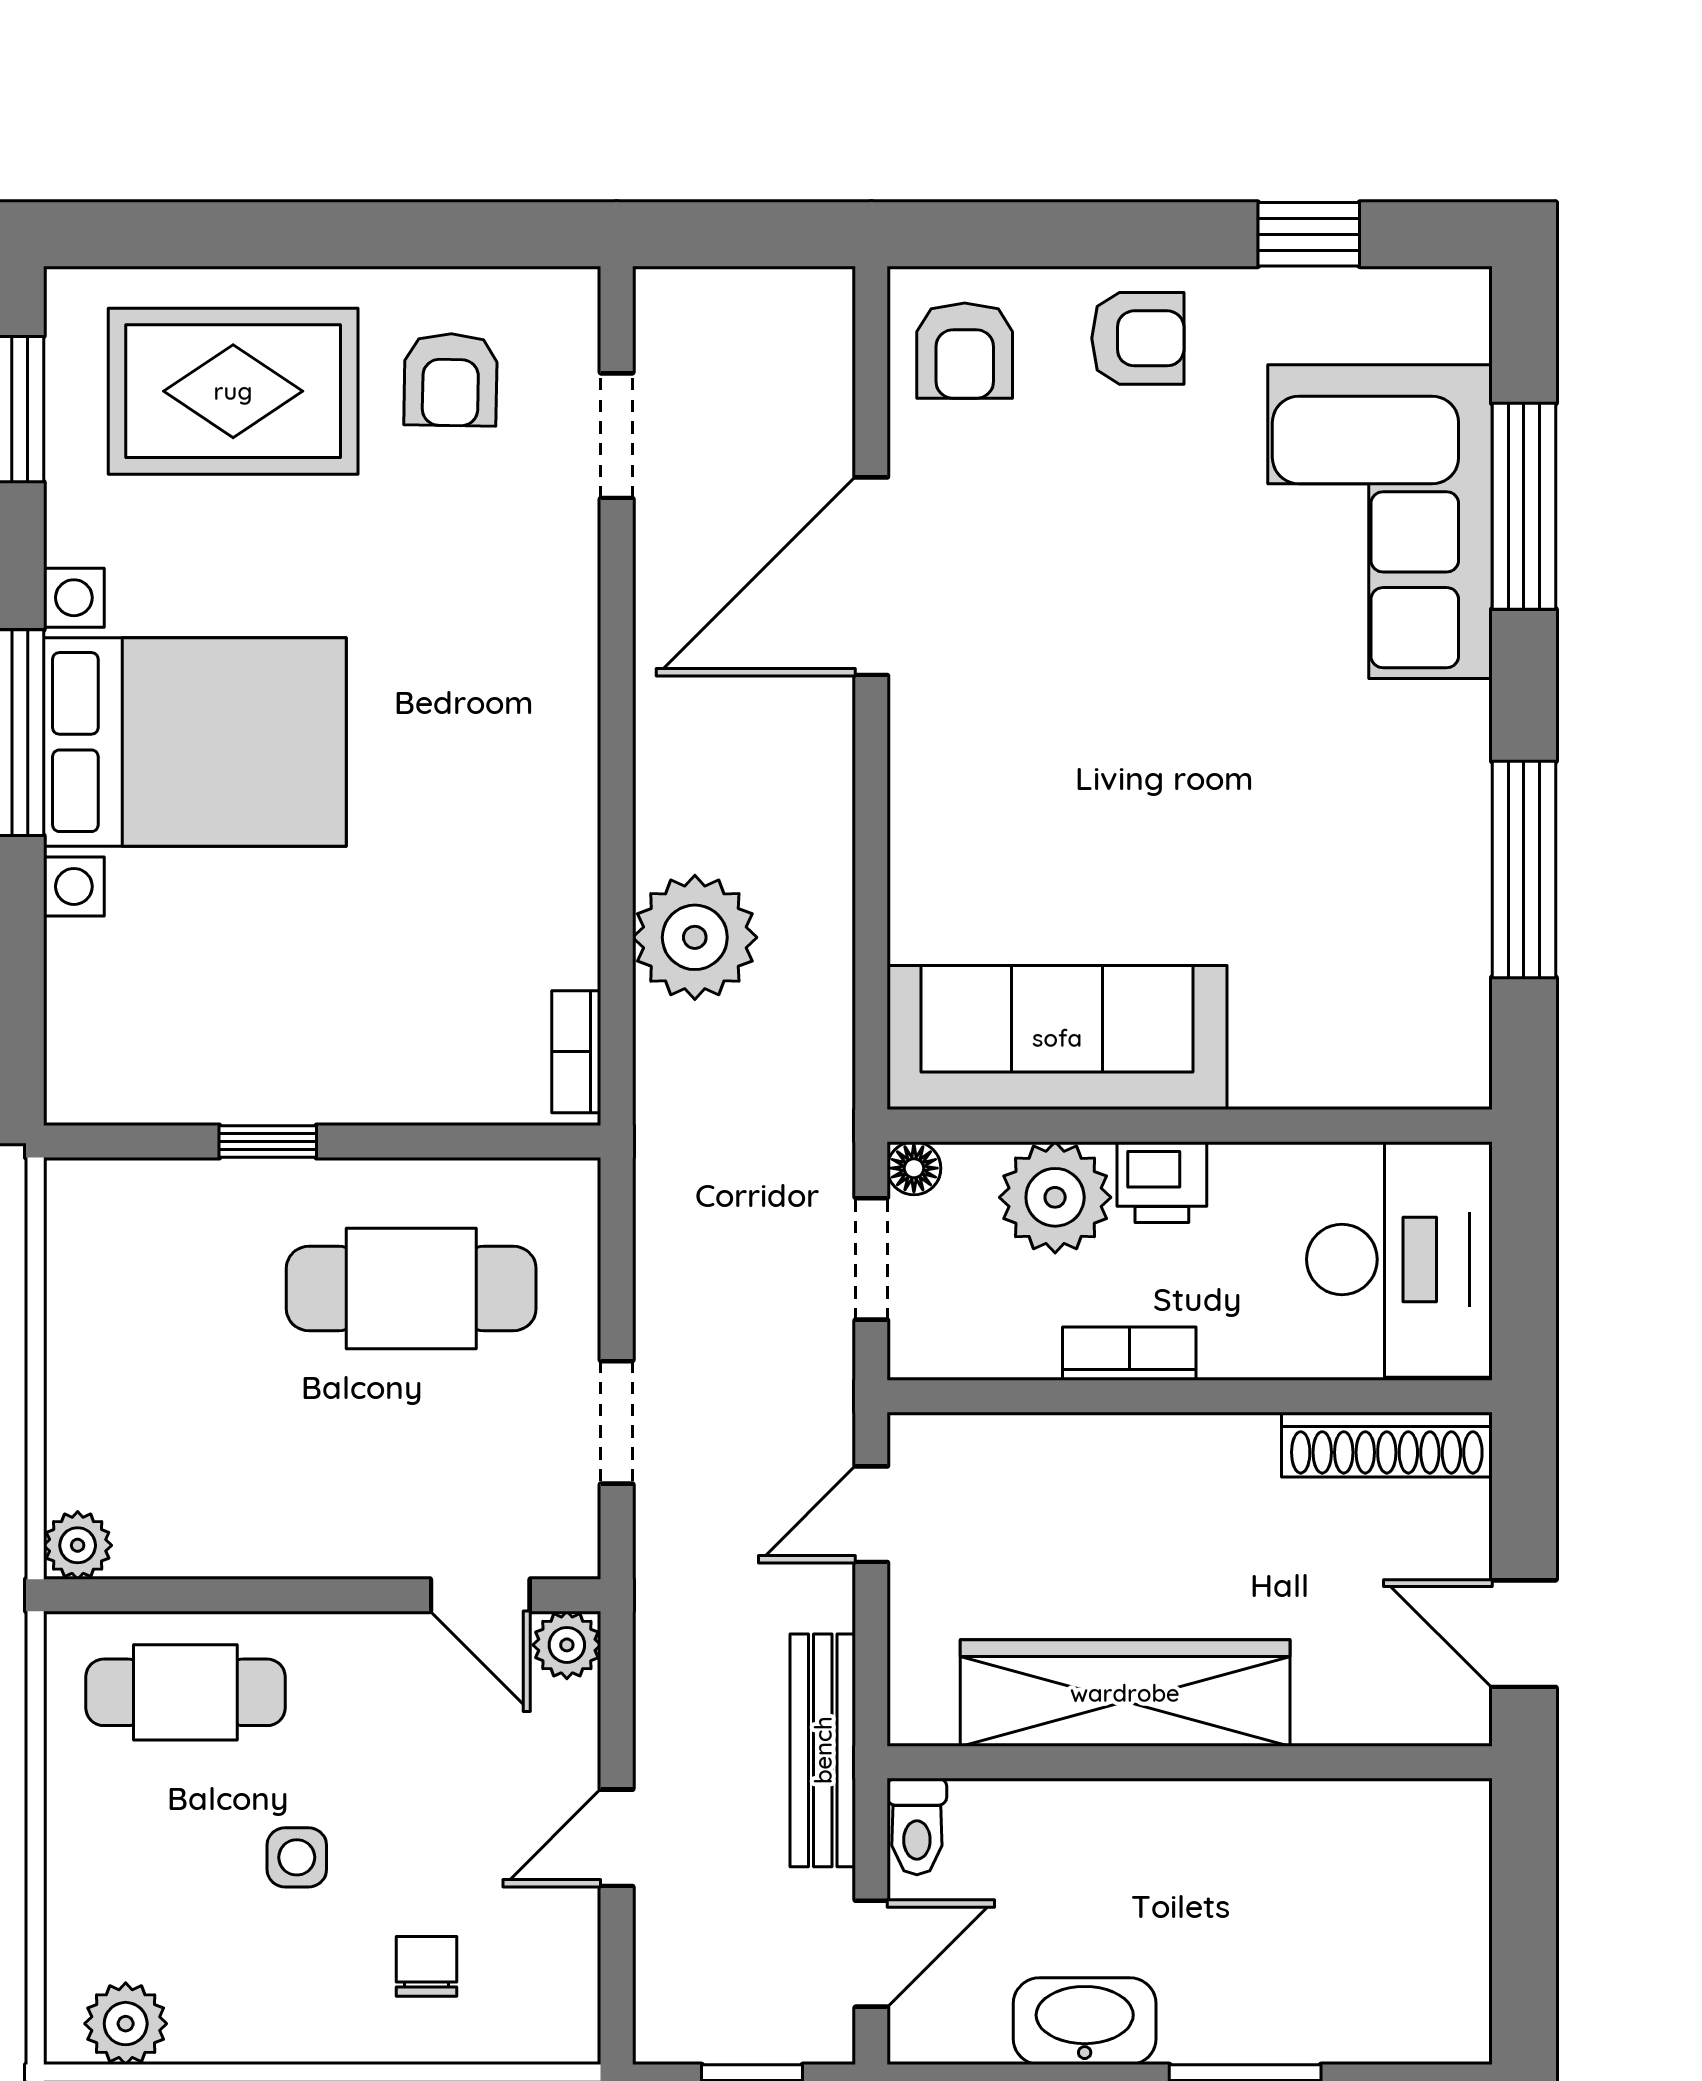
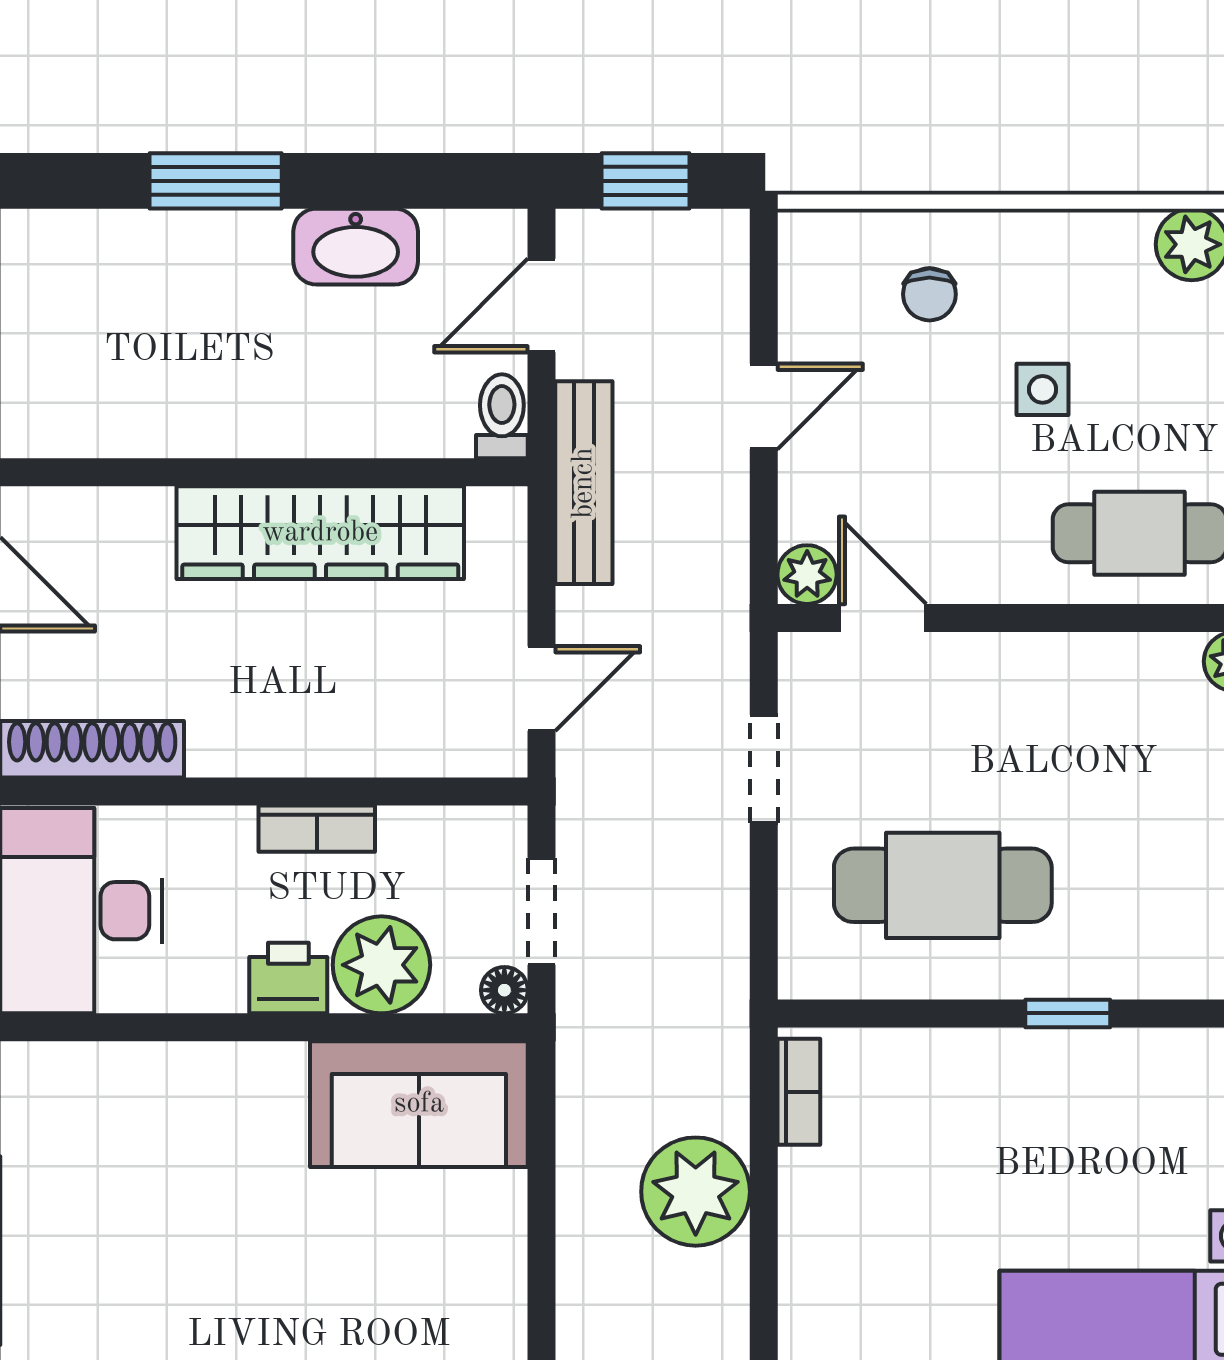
sofa: (1057, 1038) -> (419, 1104), width x0.73

